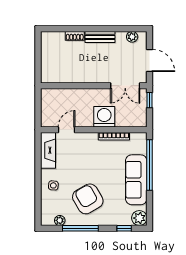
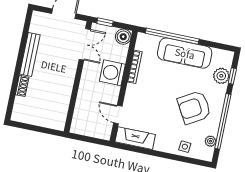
bench: (100, 37) -> (30, 54), width x1.36
plant: (132, 37) -> (35, 27), removed
boiler: (140, 120) -> (123, 37), added
side table: (53, 185) -> (185, 147), moved
plant: (139, 218) -> (221, 76), moved
window: (80, 228) -> (223, 121), width x1.46

